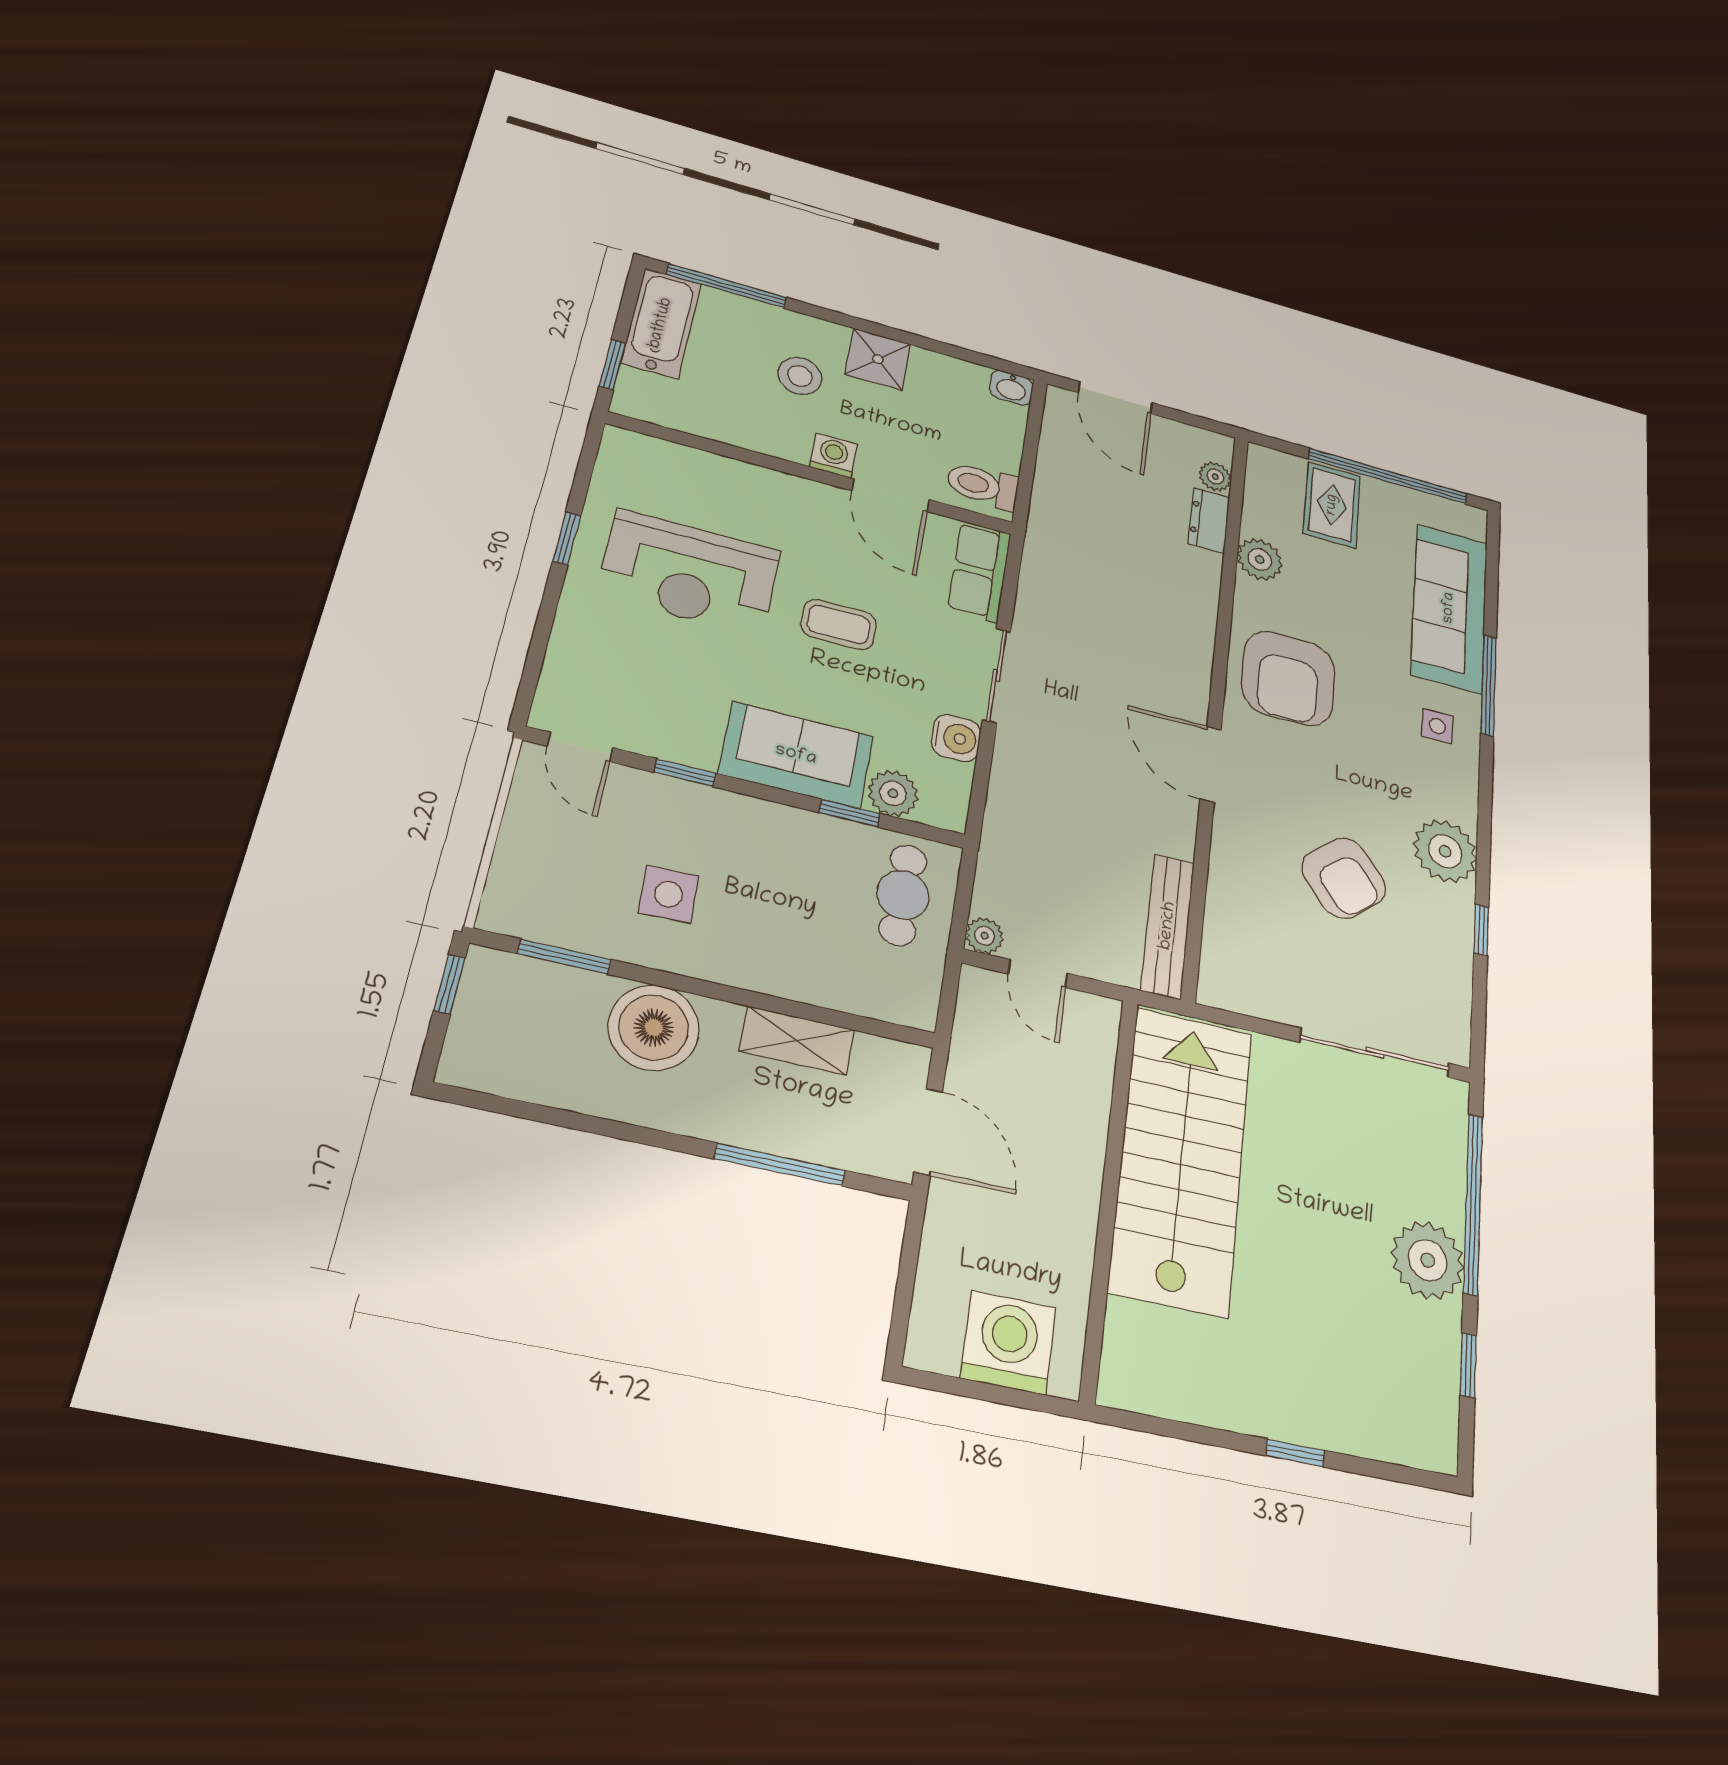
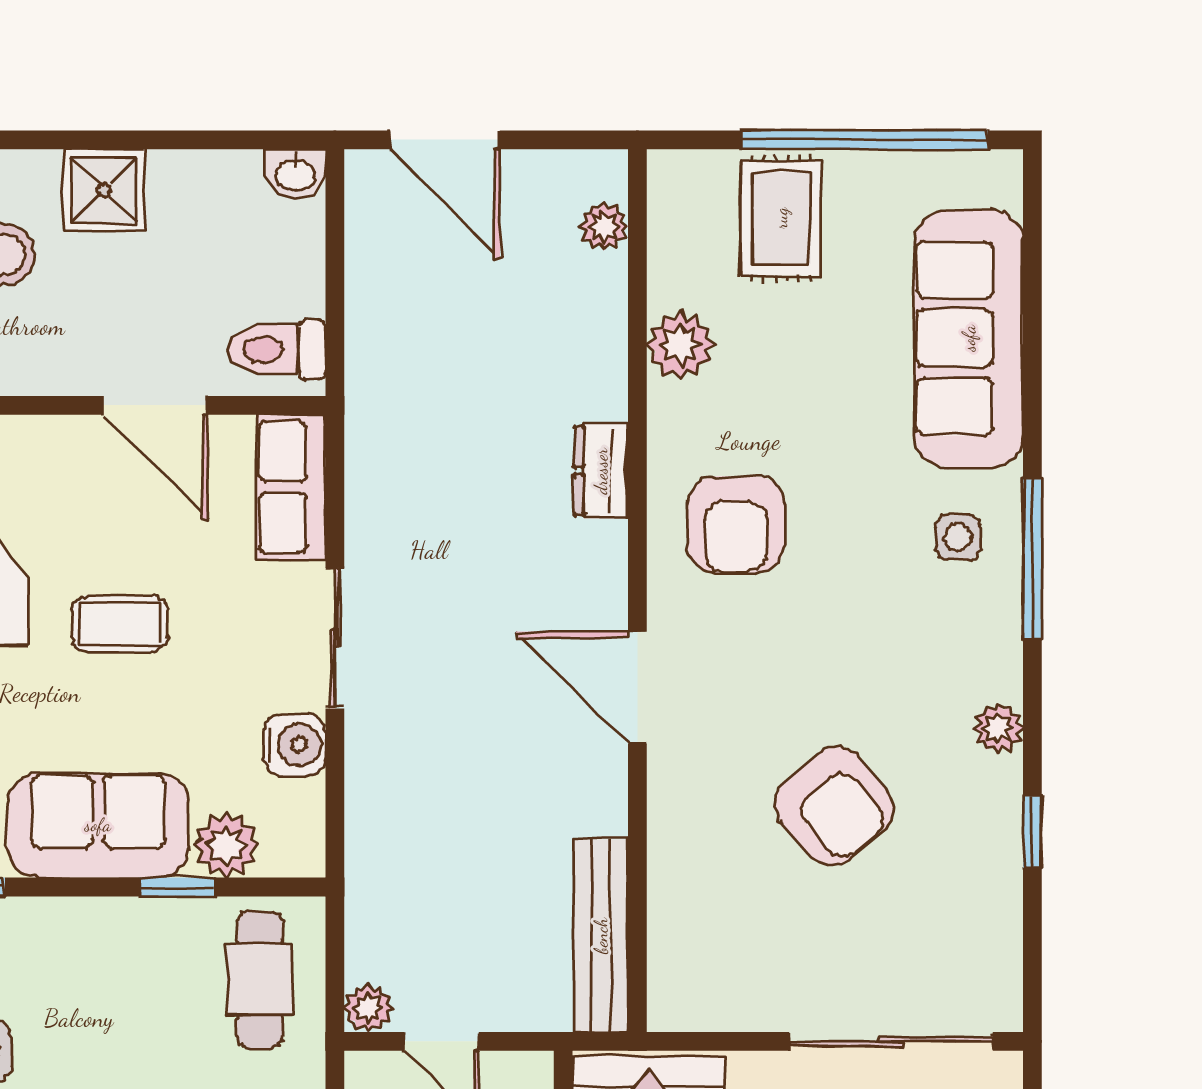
washing machine: (833, 456) -> (70, 368), removed
dresser: (1209, 520) -> (601, 471), moved
armchair: (1288, 678) -> (736, 525), width x0.73, depth x0.73
window: (1489, 685) -> (1032, 559), moved
plant: (1445, 851) -> (998, 728), width x0.53, depth x0.53

